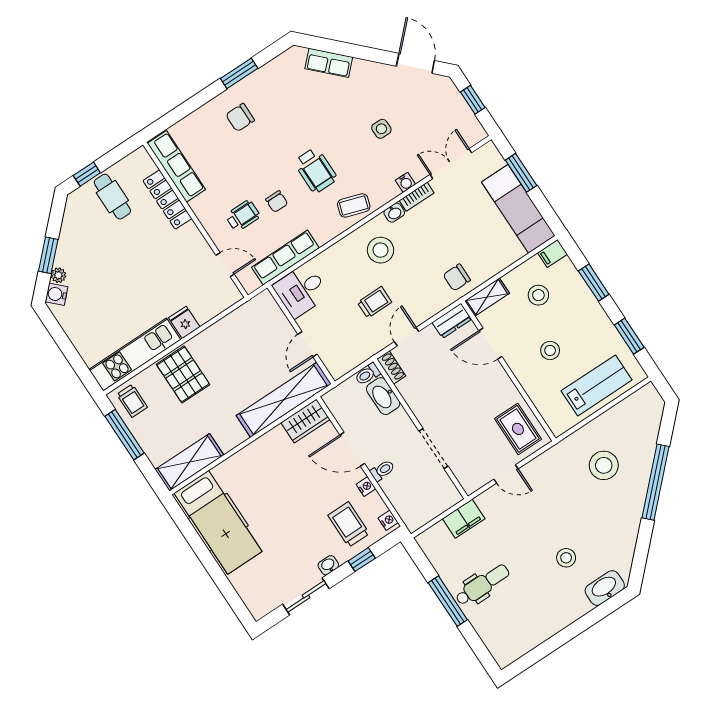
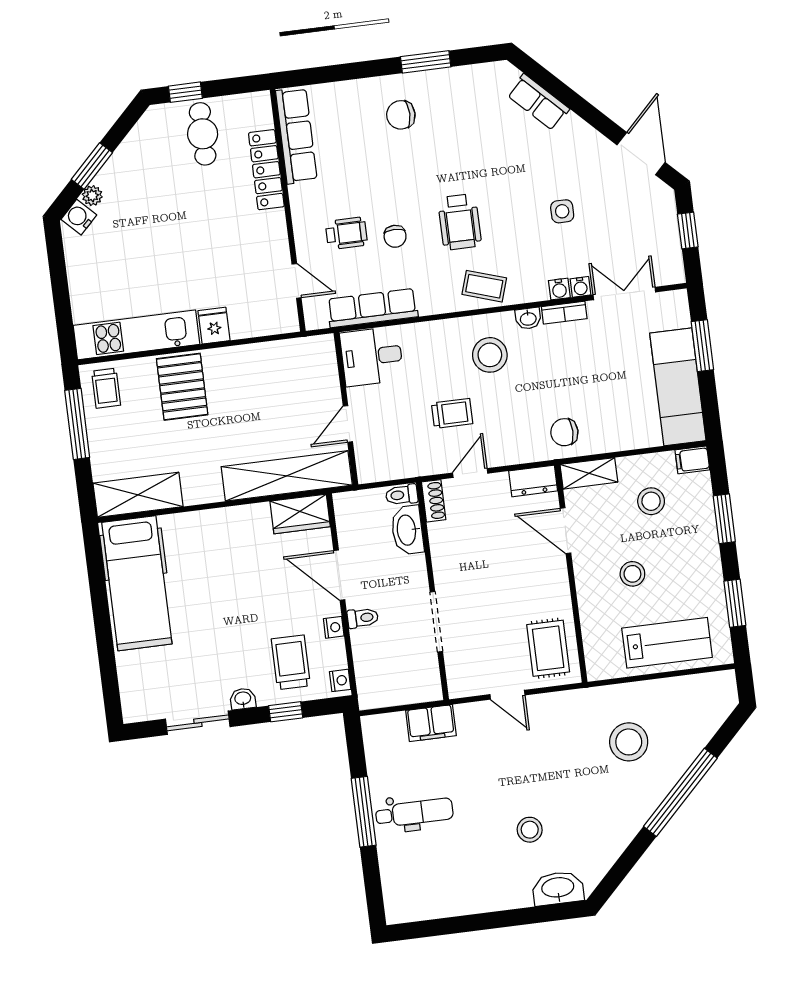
water cooler: (419, 174) -> (580, 287), added

